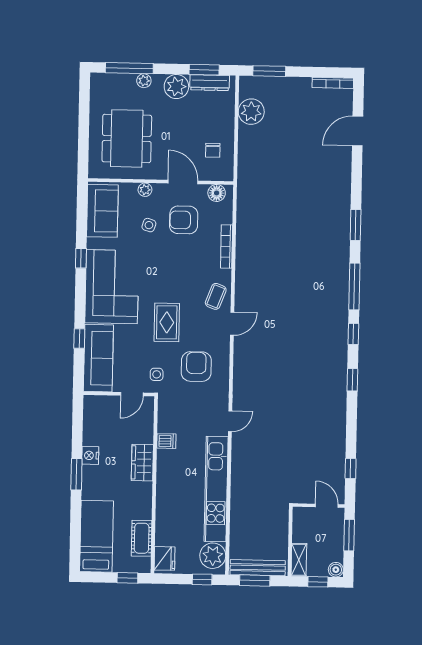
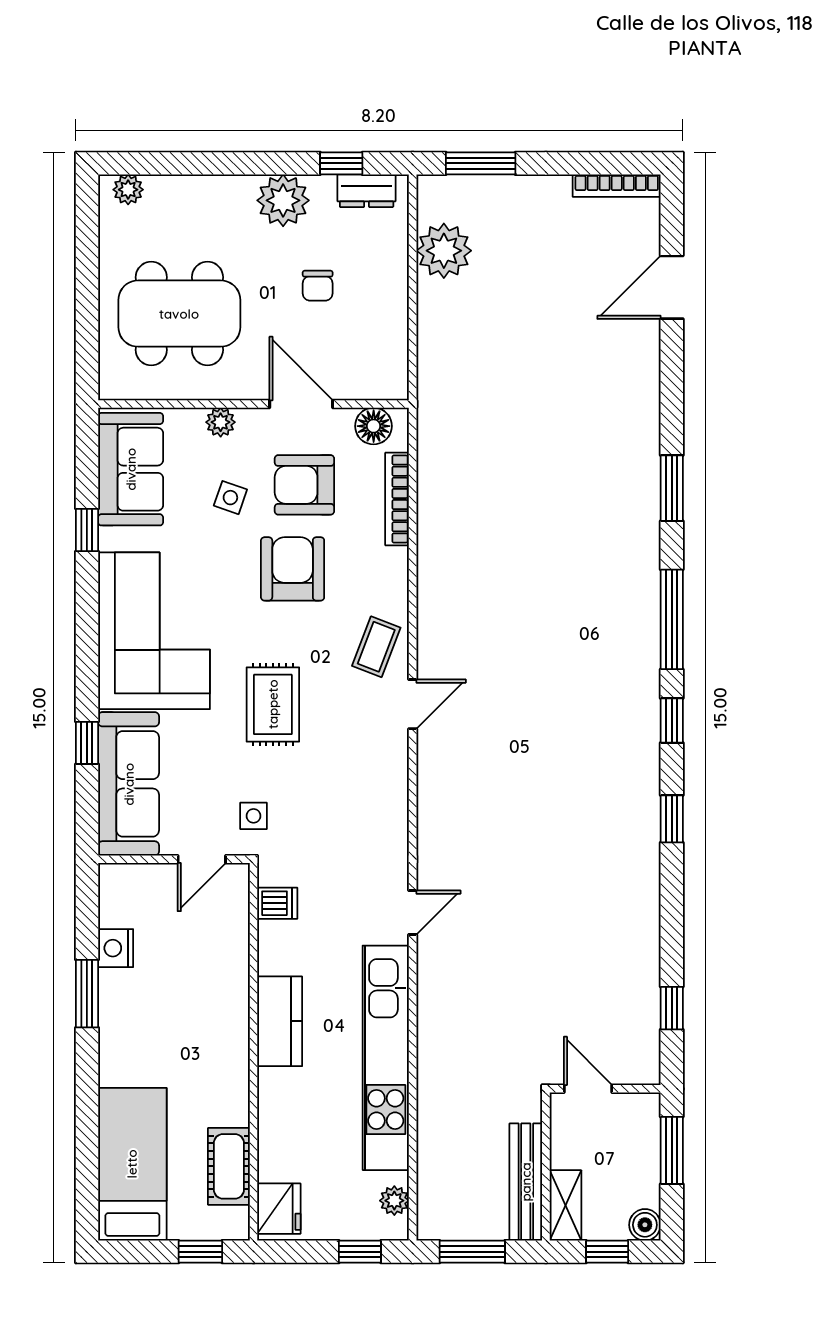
window: (129, 68) -> (182, 163), removed
window: (204, 70) -> (341, 163), width x0.67
plant: (144, 81) -> (128, 190), moved
dresser: (210, 83) -> (367, 191), width x0.70
dining table: (127, 138) -> (179, 314), turned 90
chair: (213, 150) -> (318, 286), moved
bookcase: (227, 246) -> (397, 499), moved
window: (81, 258) -> (87, 530), moved
armchair: (196, 367) -> (293, 569), moved
dishwasher: (166, 441) -> (277, 903), moved
nightstand: (90, 455) -> (116, 948), moved
wardrobe: (142, 463) -> (227, 1005), removed
kitchen counter: (167, 471) -> (280, 1021), added
window: (76, 474) -> (87, 994), moved
door: (327, 506) -> (588, 1089), moved
plant: (213, 556) -> (394, 1201), width x0.53, depth x0.53
bench: (258, 568) -> (526, 1182), moved, turned 90

